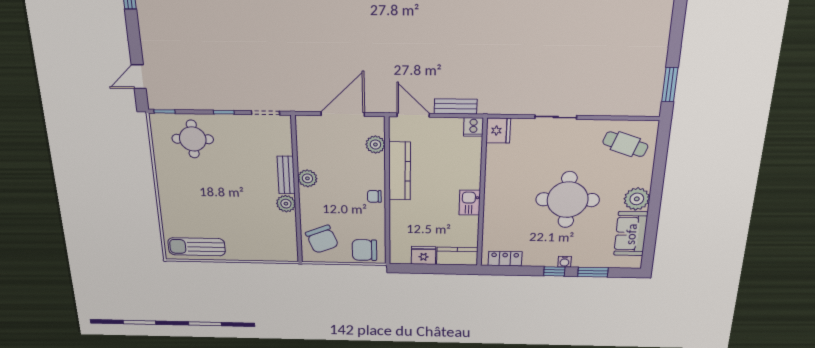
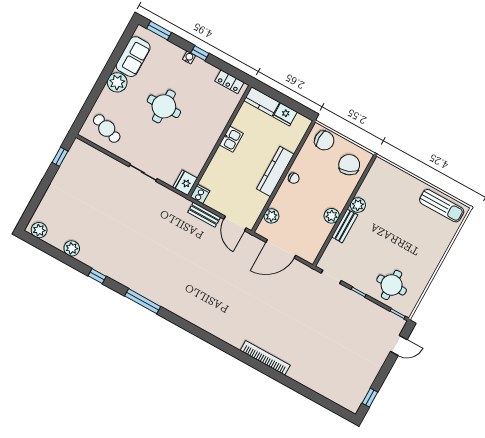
window: (670, 85) -> (60, 157), width x0.67
kitchen counter: (400, 171) -> (275, 171), moved
round table: (568, 200) -> (164, 106), width x0.73, depth x0.73
window: (593, 272) -> (159, 30), moved

